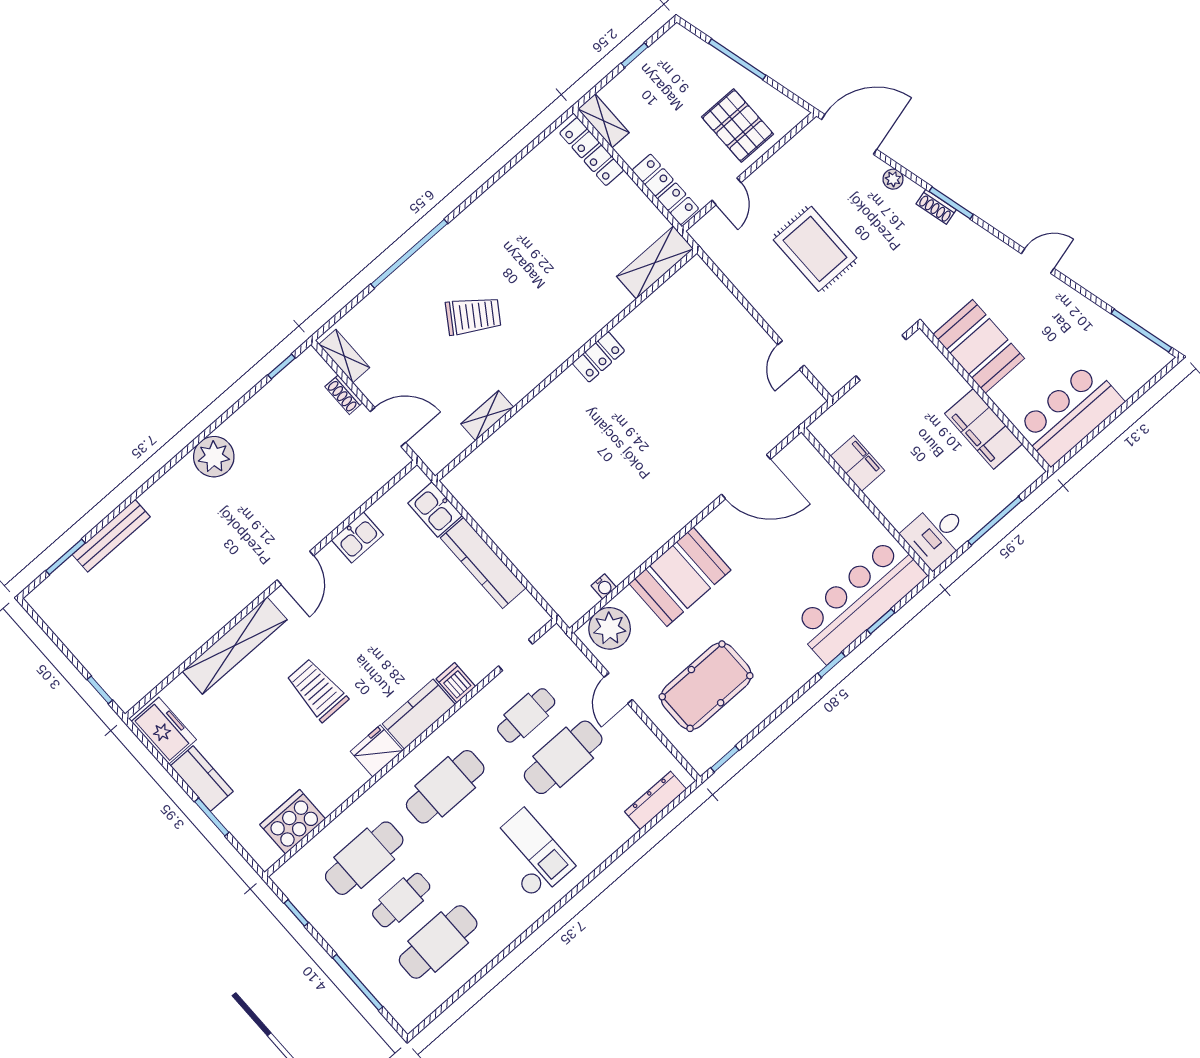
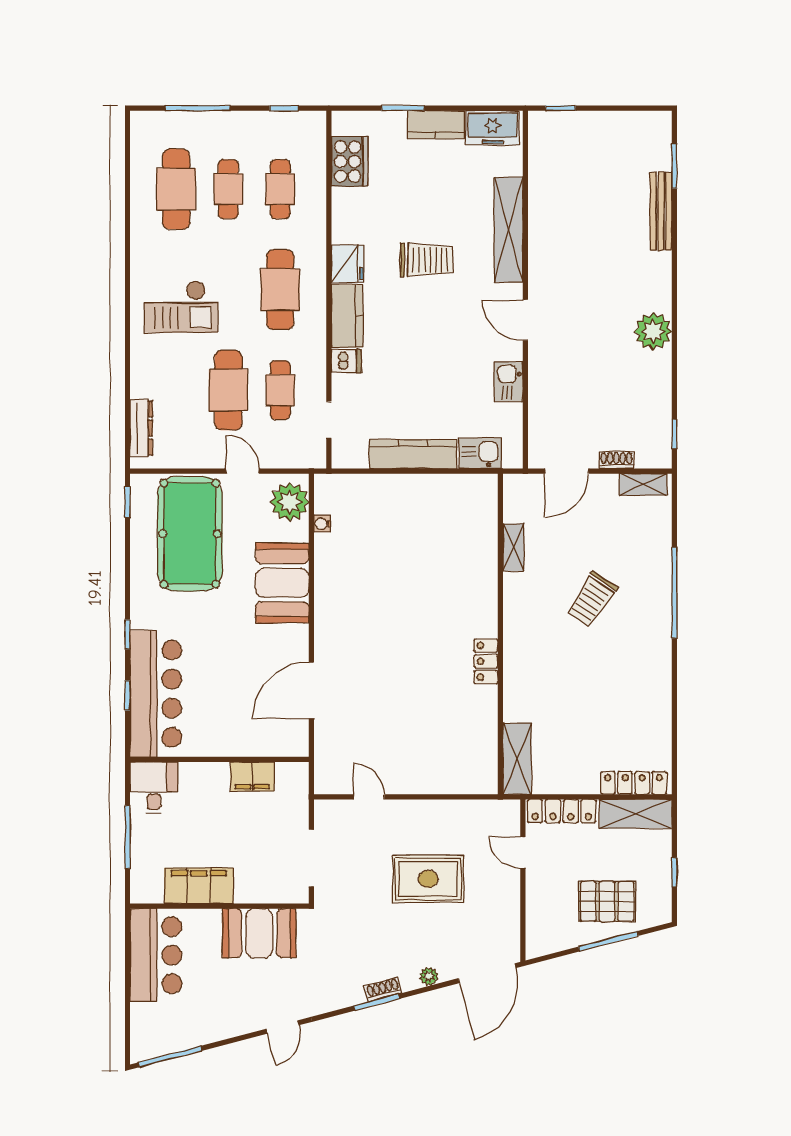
shelving: (604, 121) -> (636, 814), width x1.50, depth x1.33
pallet: (737, 126) -> (607, 901), moved
pool table: (706, 686) -> (190, 534), width x1.36, depth x1.32
cafe table: (364, 858) -> (280, 189), width x0.73, depth x0.74

